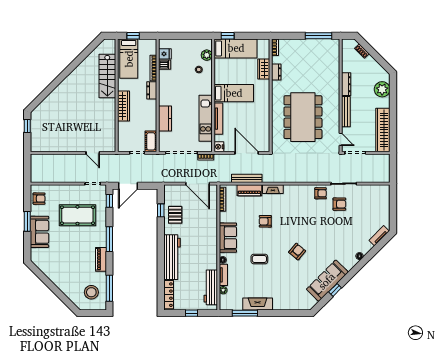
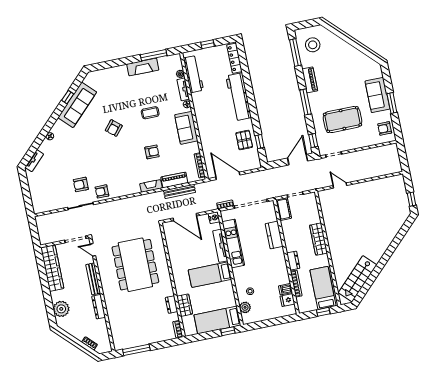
stairs: (107, 76) -> (357, 279), moved, turned -135

